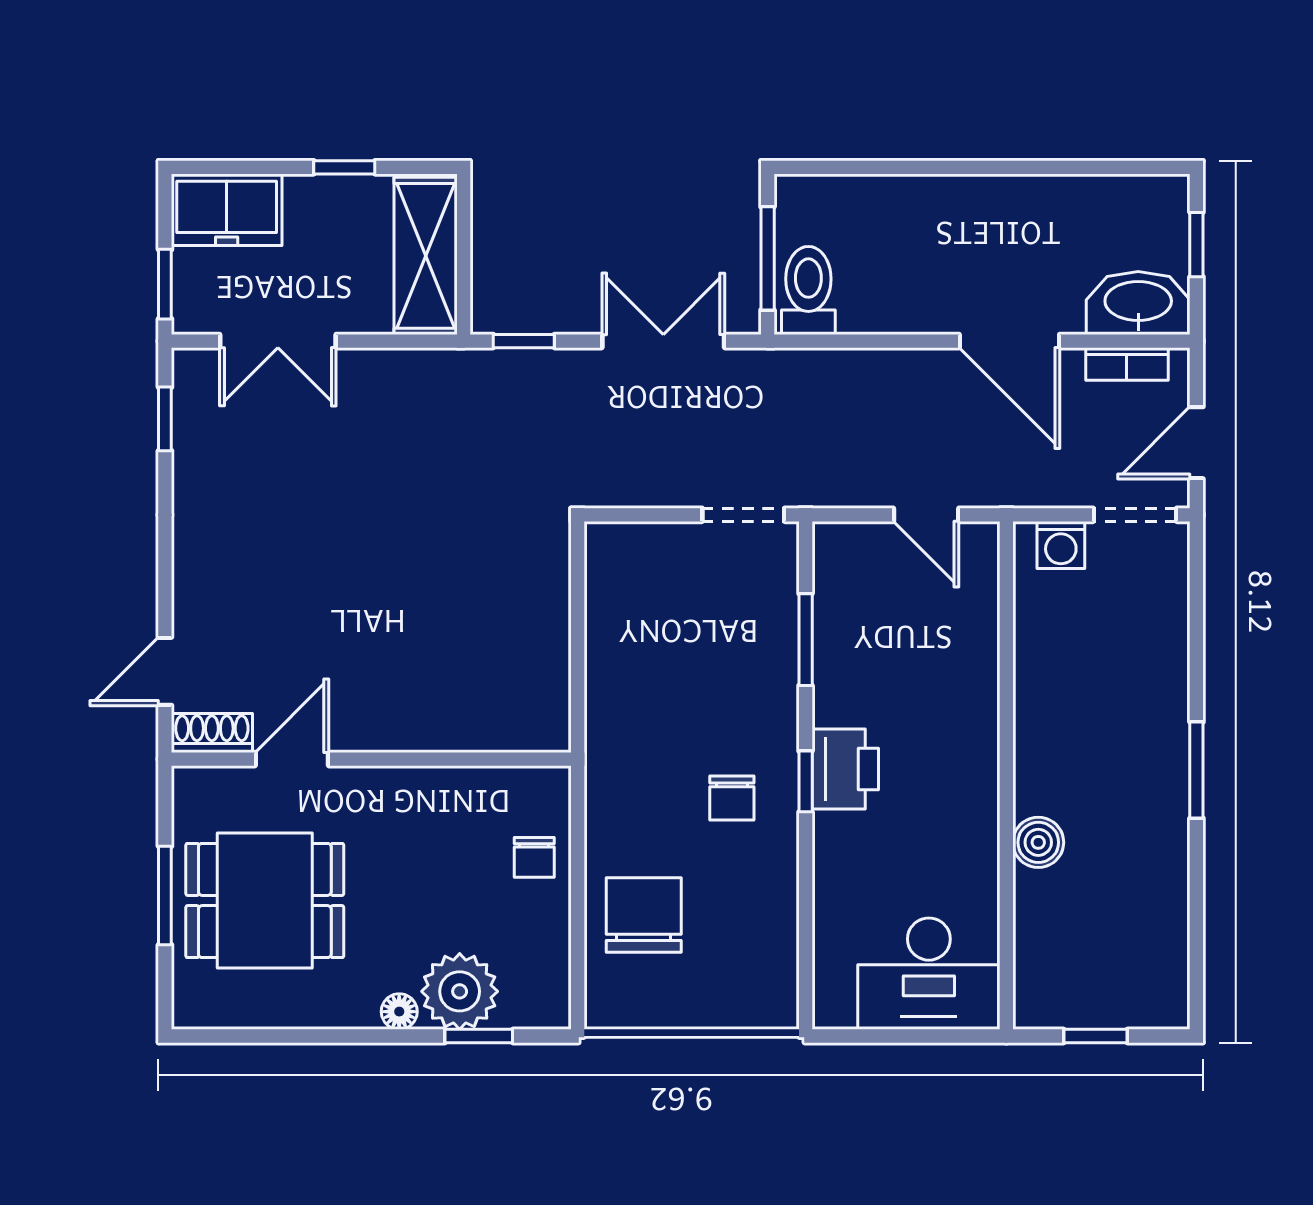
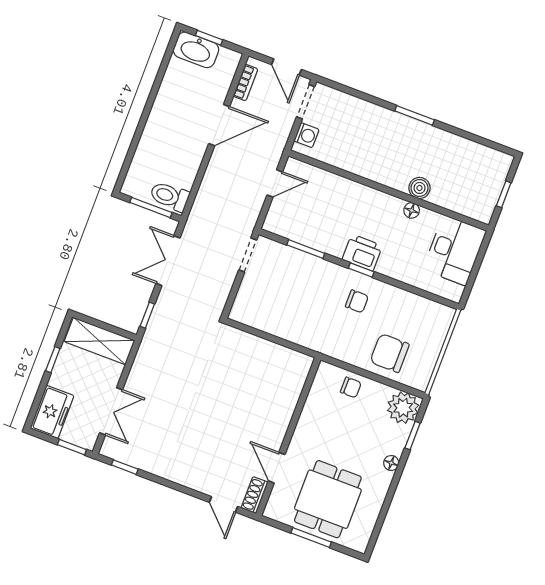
washbasin: (1138, 303) -> (196, 50), moved, turned -90
floor lamp: (981, 844) -> (412, 210), added
plant: (460, 991) -> (403, 408), moved

